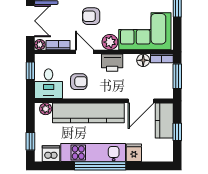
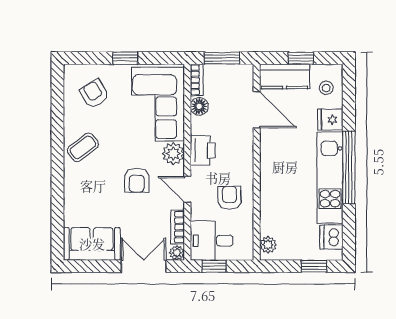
door: (85, 52) -> (187, 189), hinge flipped
desk: (49, 84) -> (212, 241), moved, turned 180
kitchen counter: (88, 113) -> (274, 184), removed
stool: (156, 150) -> (326, 88), added

